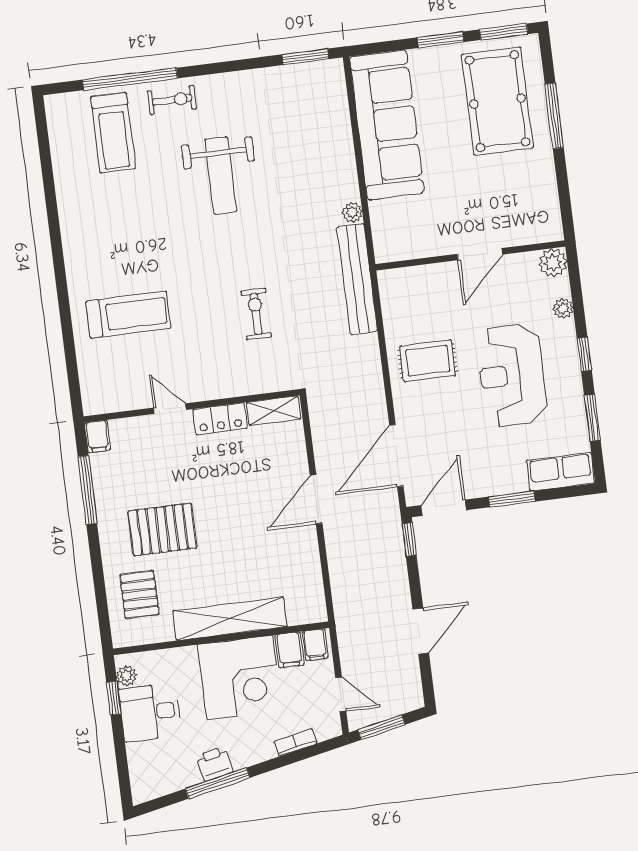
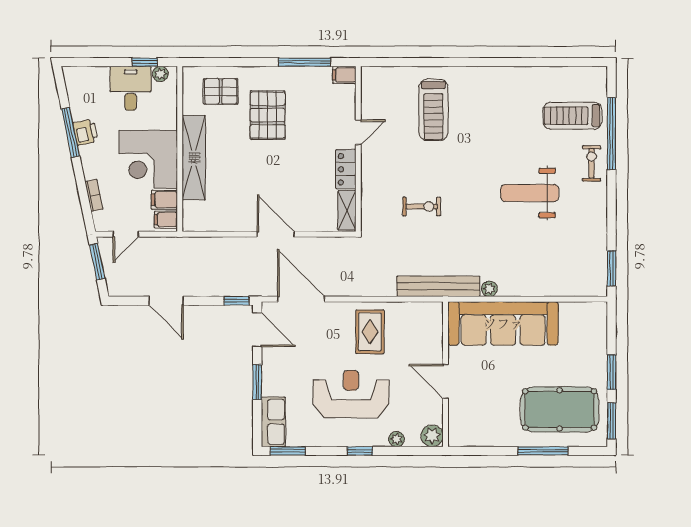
exercise bike: (172, 100) -> (592, 163), turned 180
sofa: (387, 125) -> (503, 323), moved
window: (592, 418) -> (288, 451), moved

